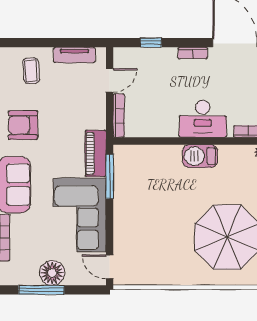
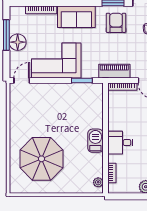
desk: (203, 119) -> (120, 143), width x0.73
piano: (96, 153) -> (114, 71), moved
window: (110, 176) -> (82, 80), width x0.69

